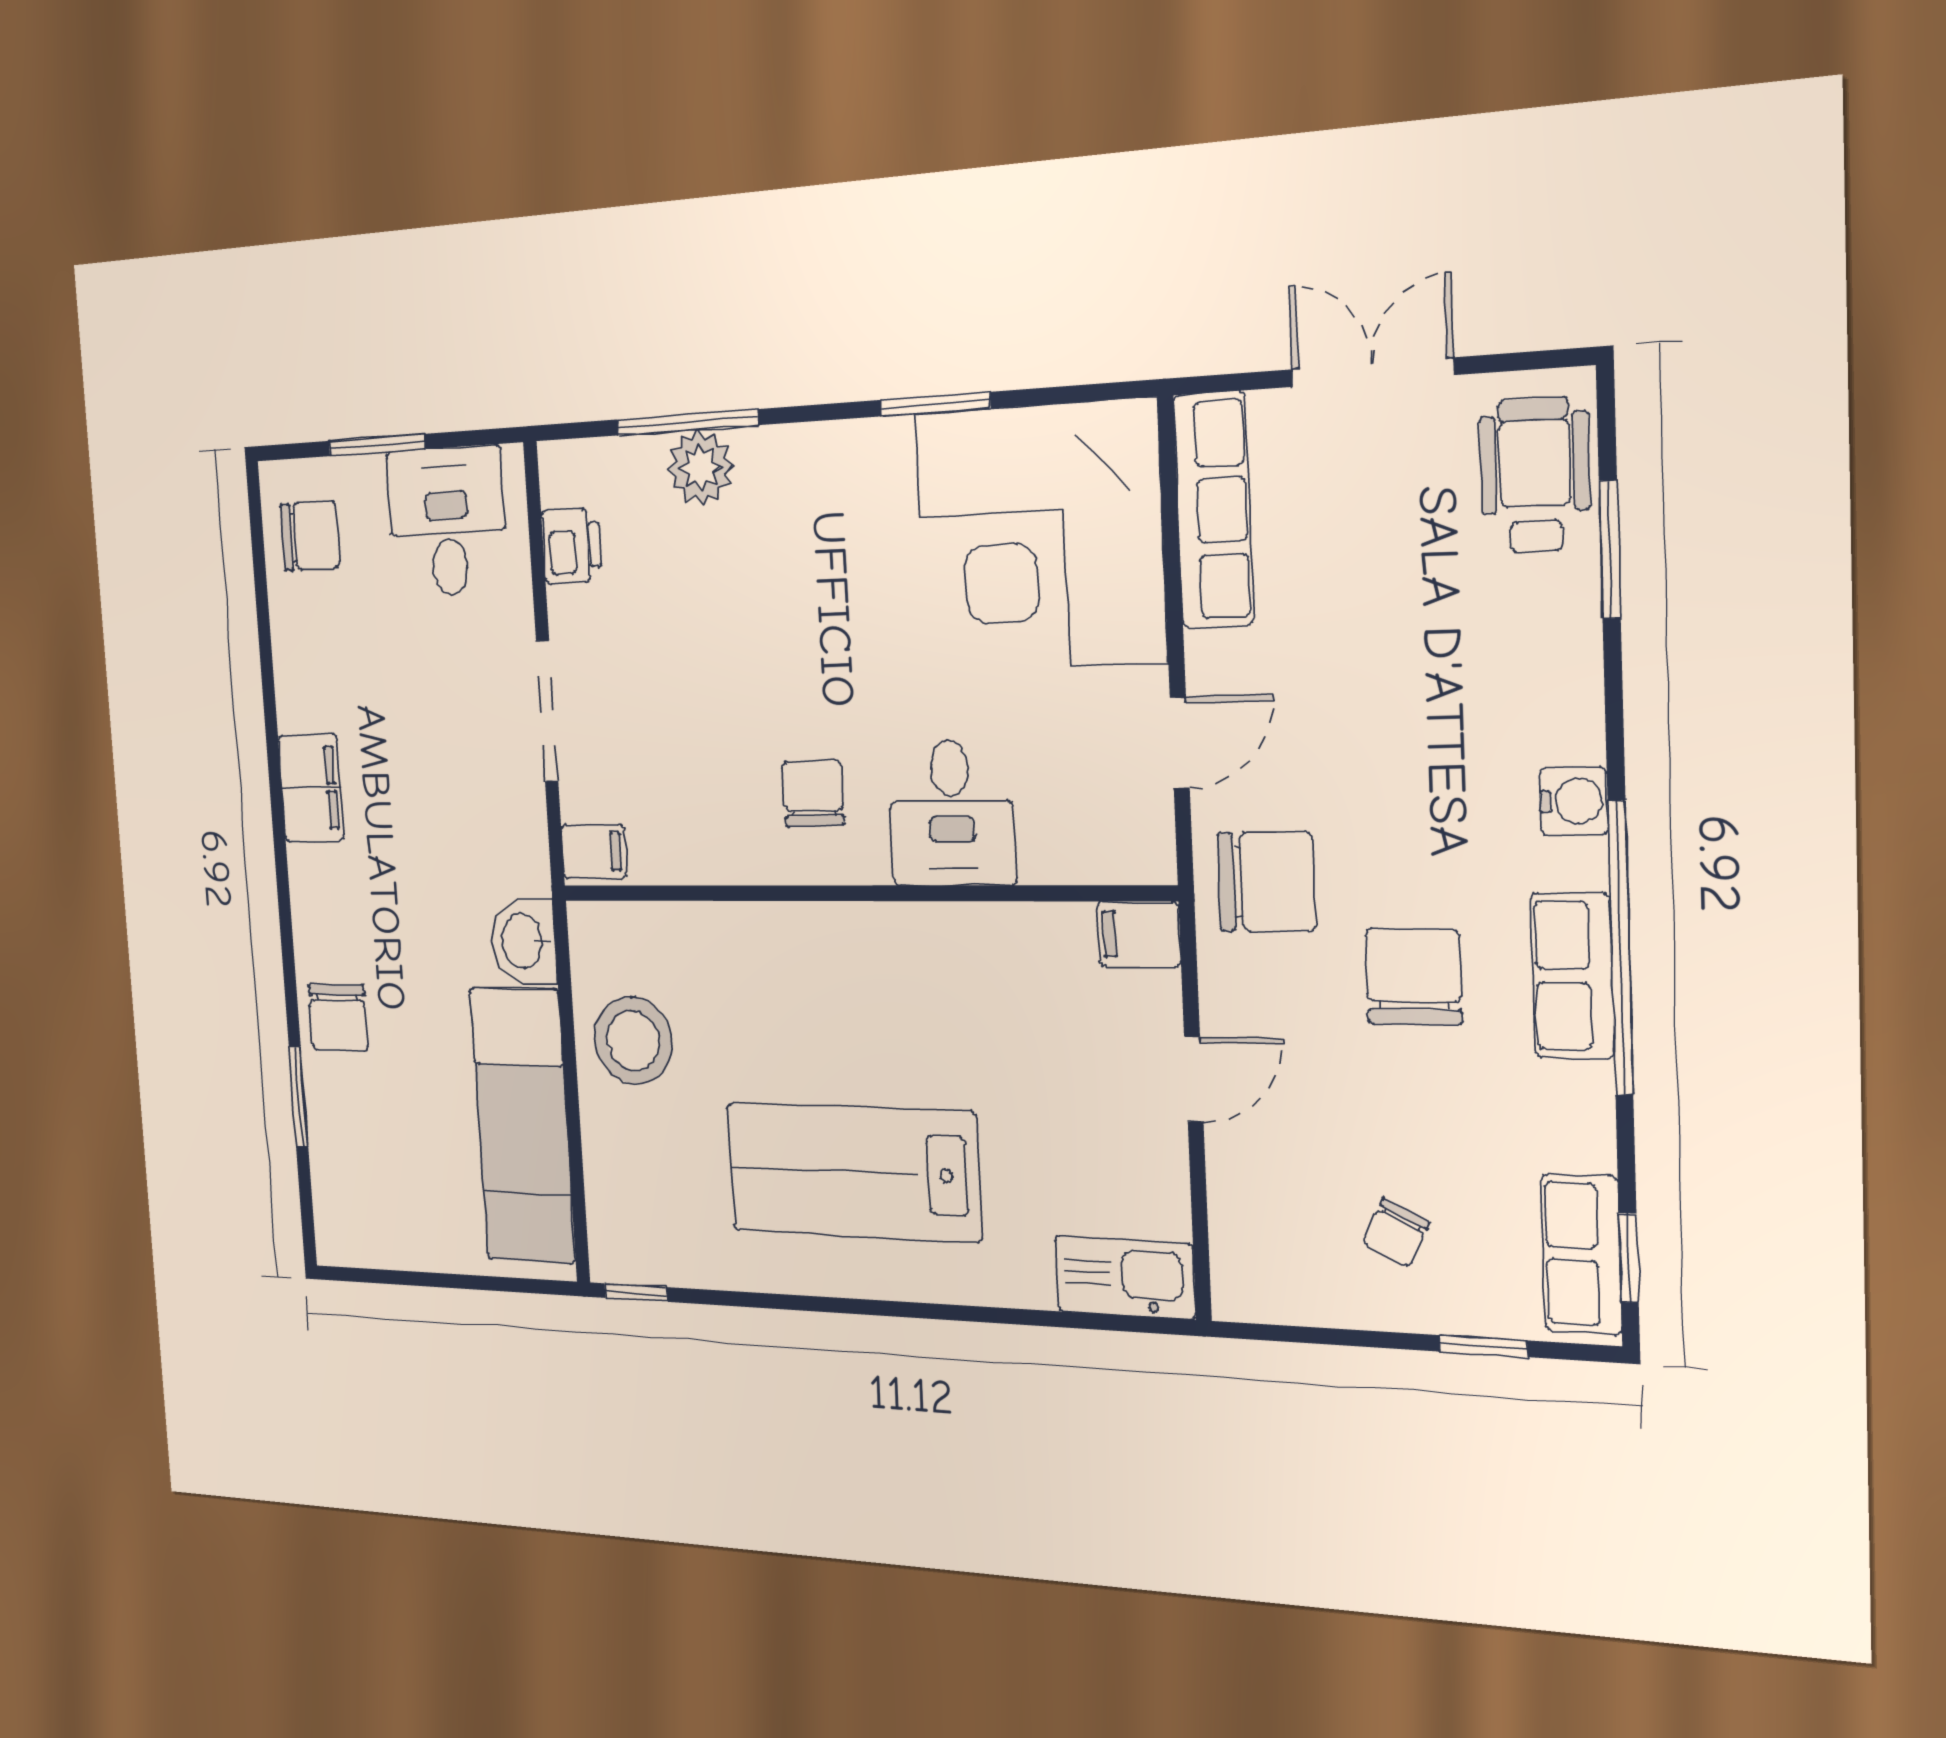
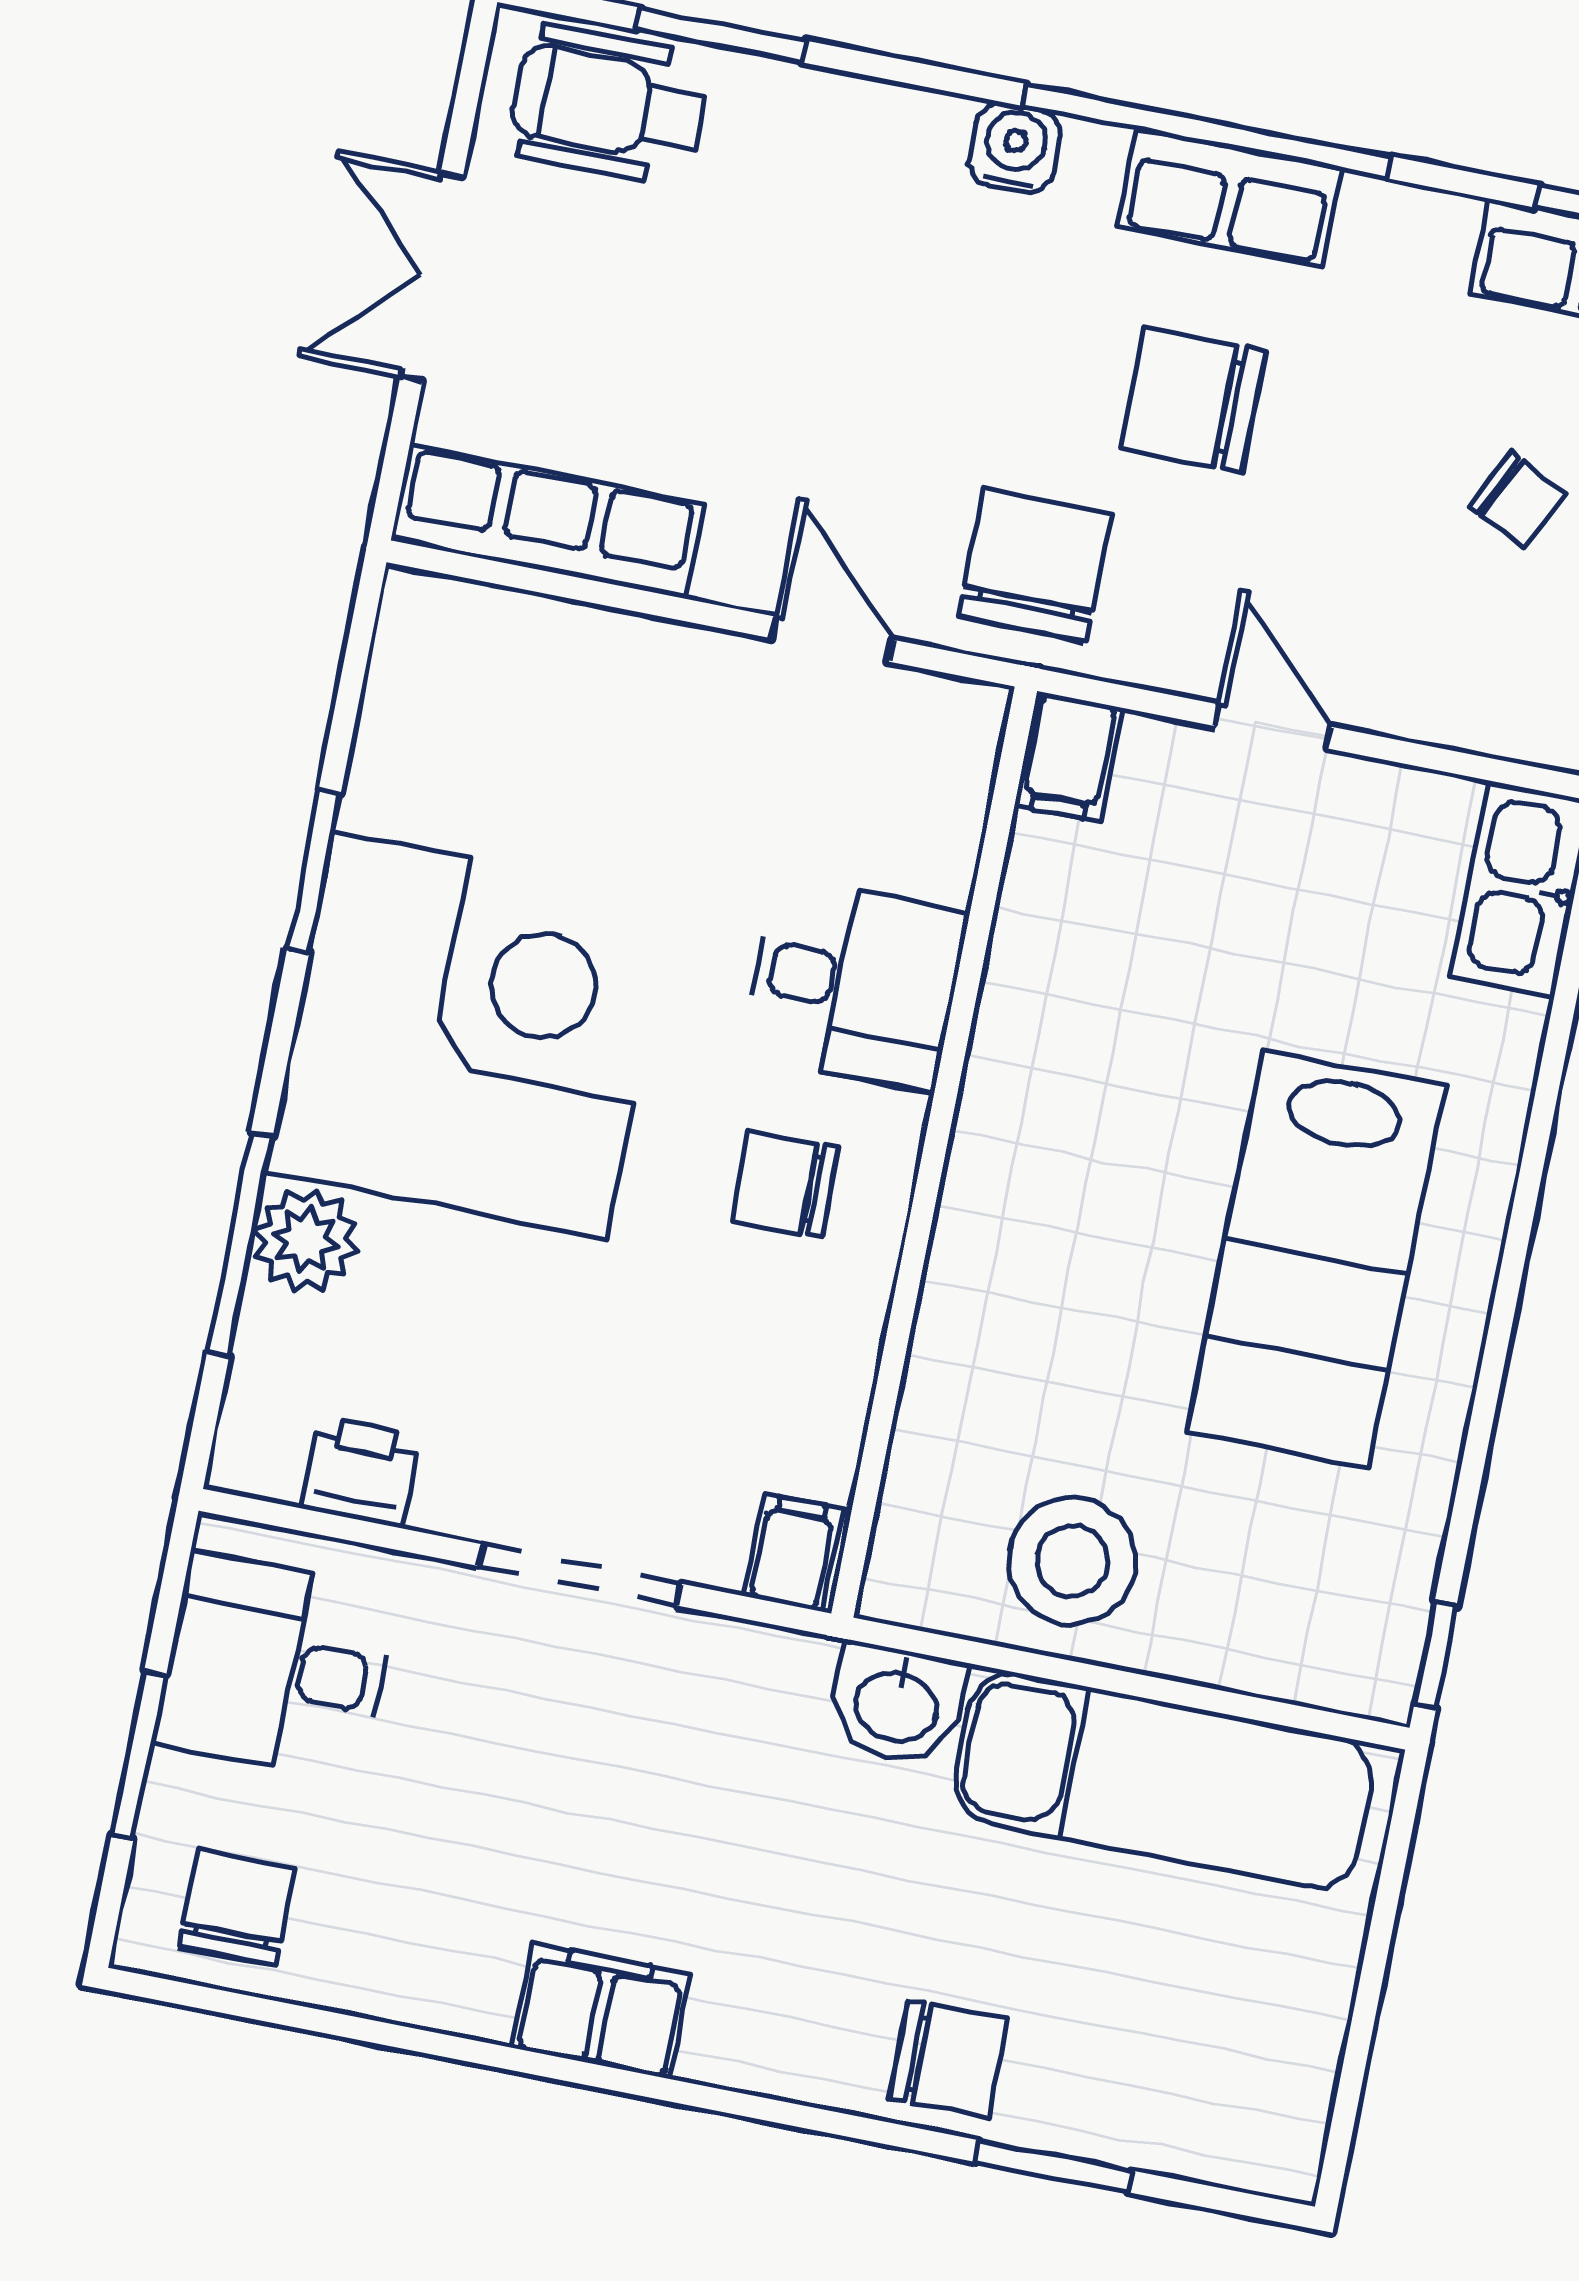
corner desk: (1040, 537) -> (470, 1035), moved, turned -90

